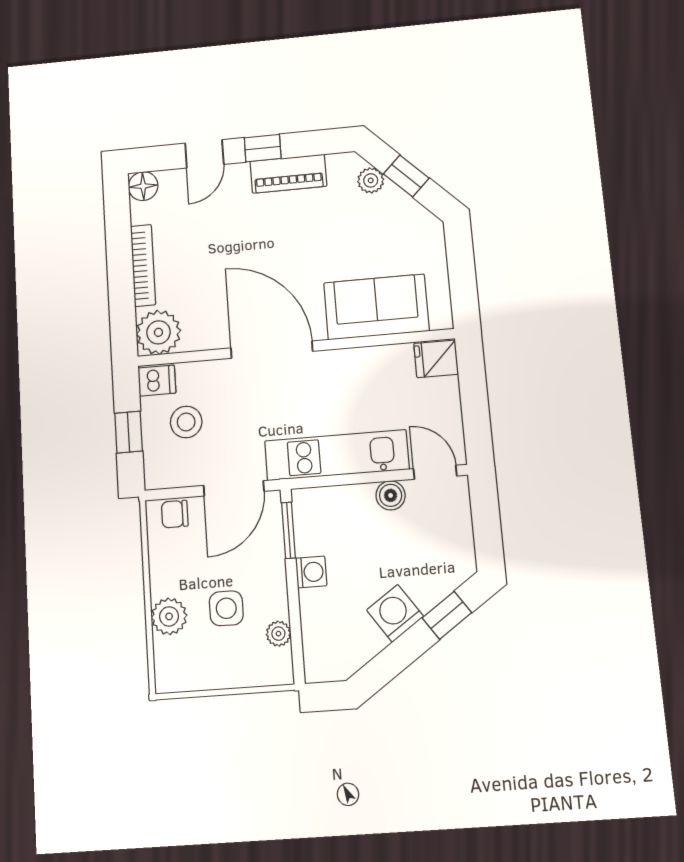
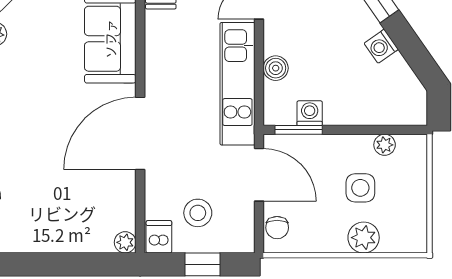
bookcase: (143, 265) -> (53, 244), removed
plant: (158, 332) -> (125, 242), width x0.53, depth x0.53
boiler: (391, 495) -> (276, 68), moved
washing machine: (311, 572) -> (310, 113), moved
washing machine: (395, 613) -> (381, 46), width x0.73, depth x0.73

